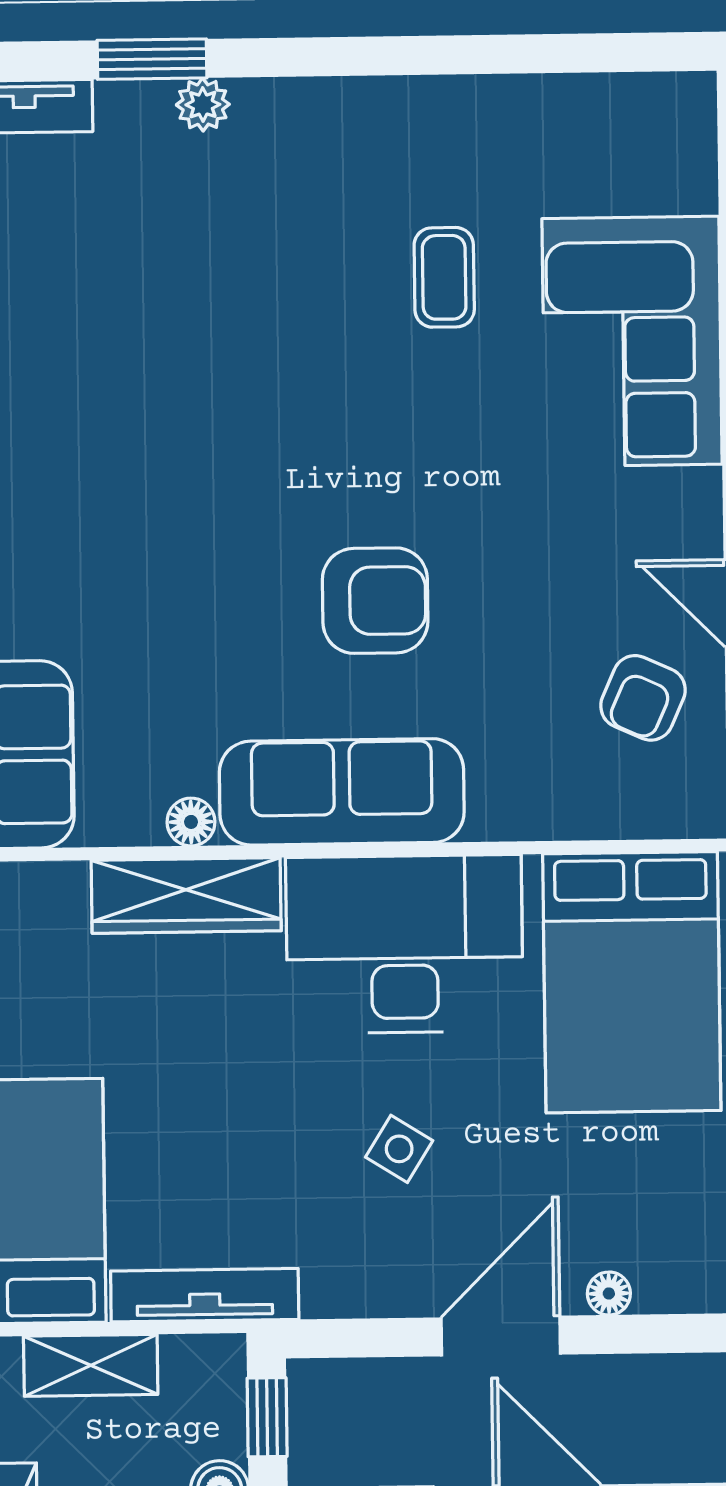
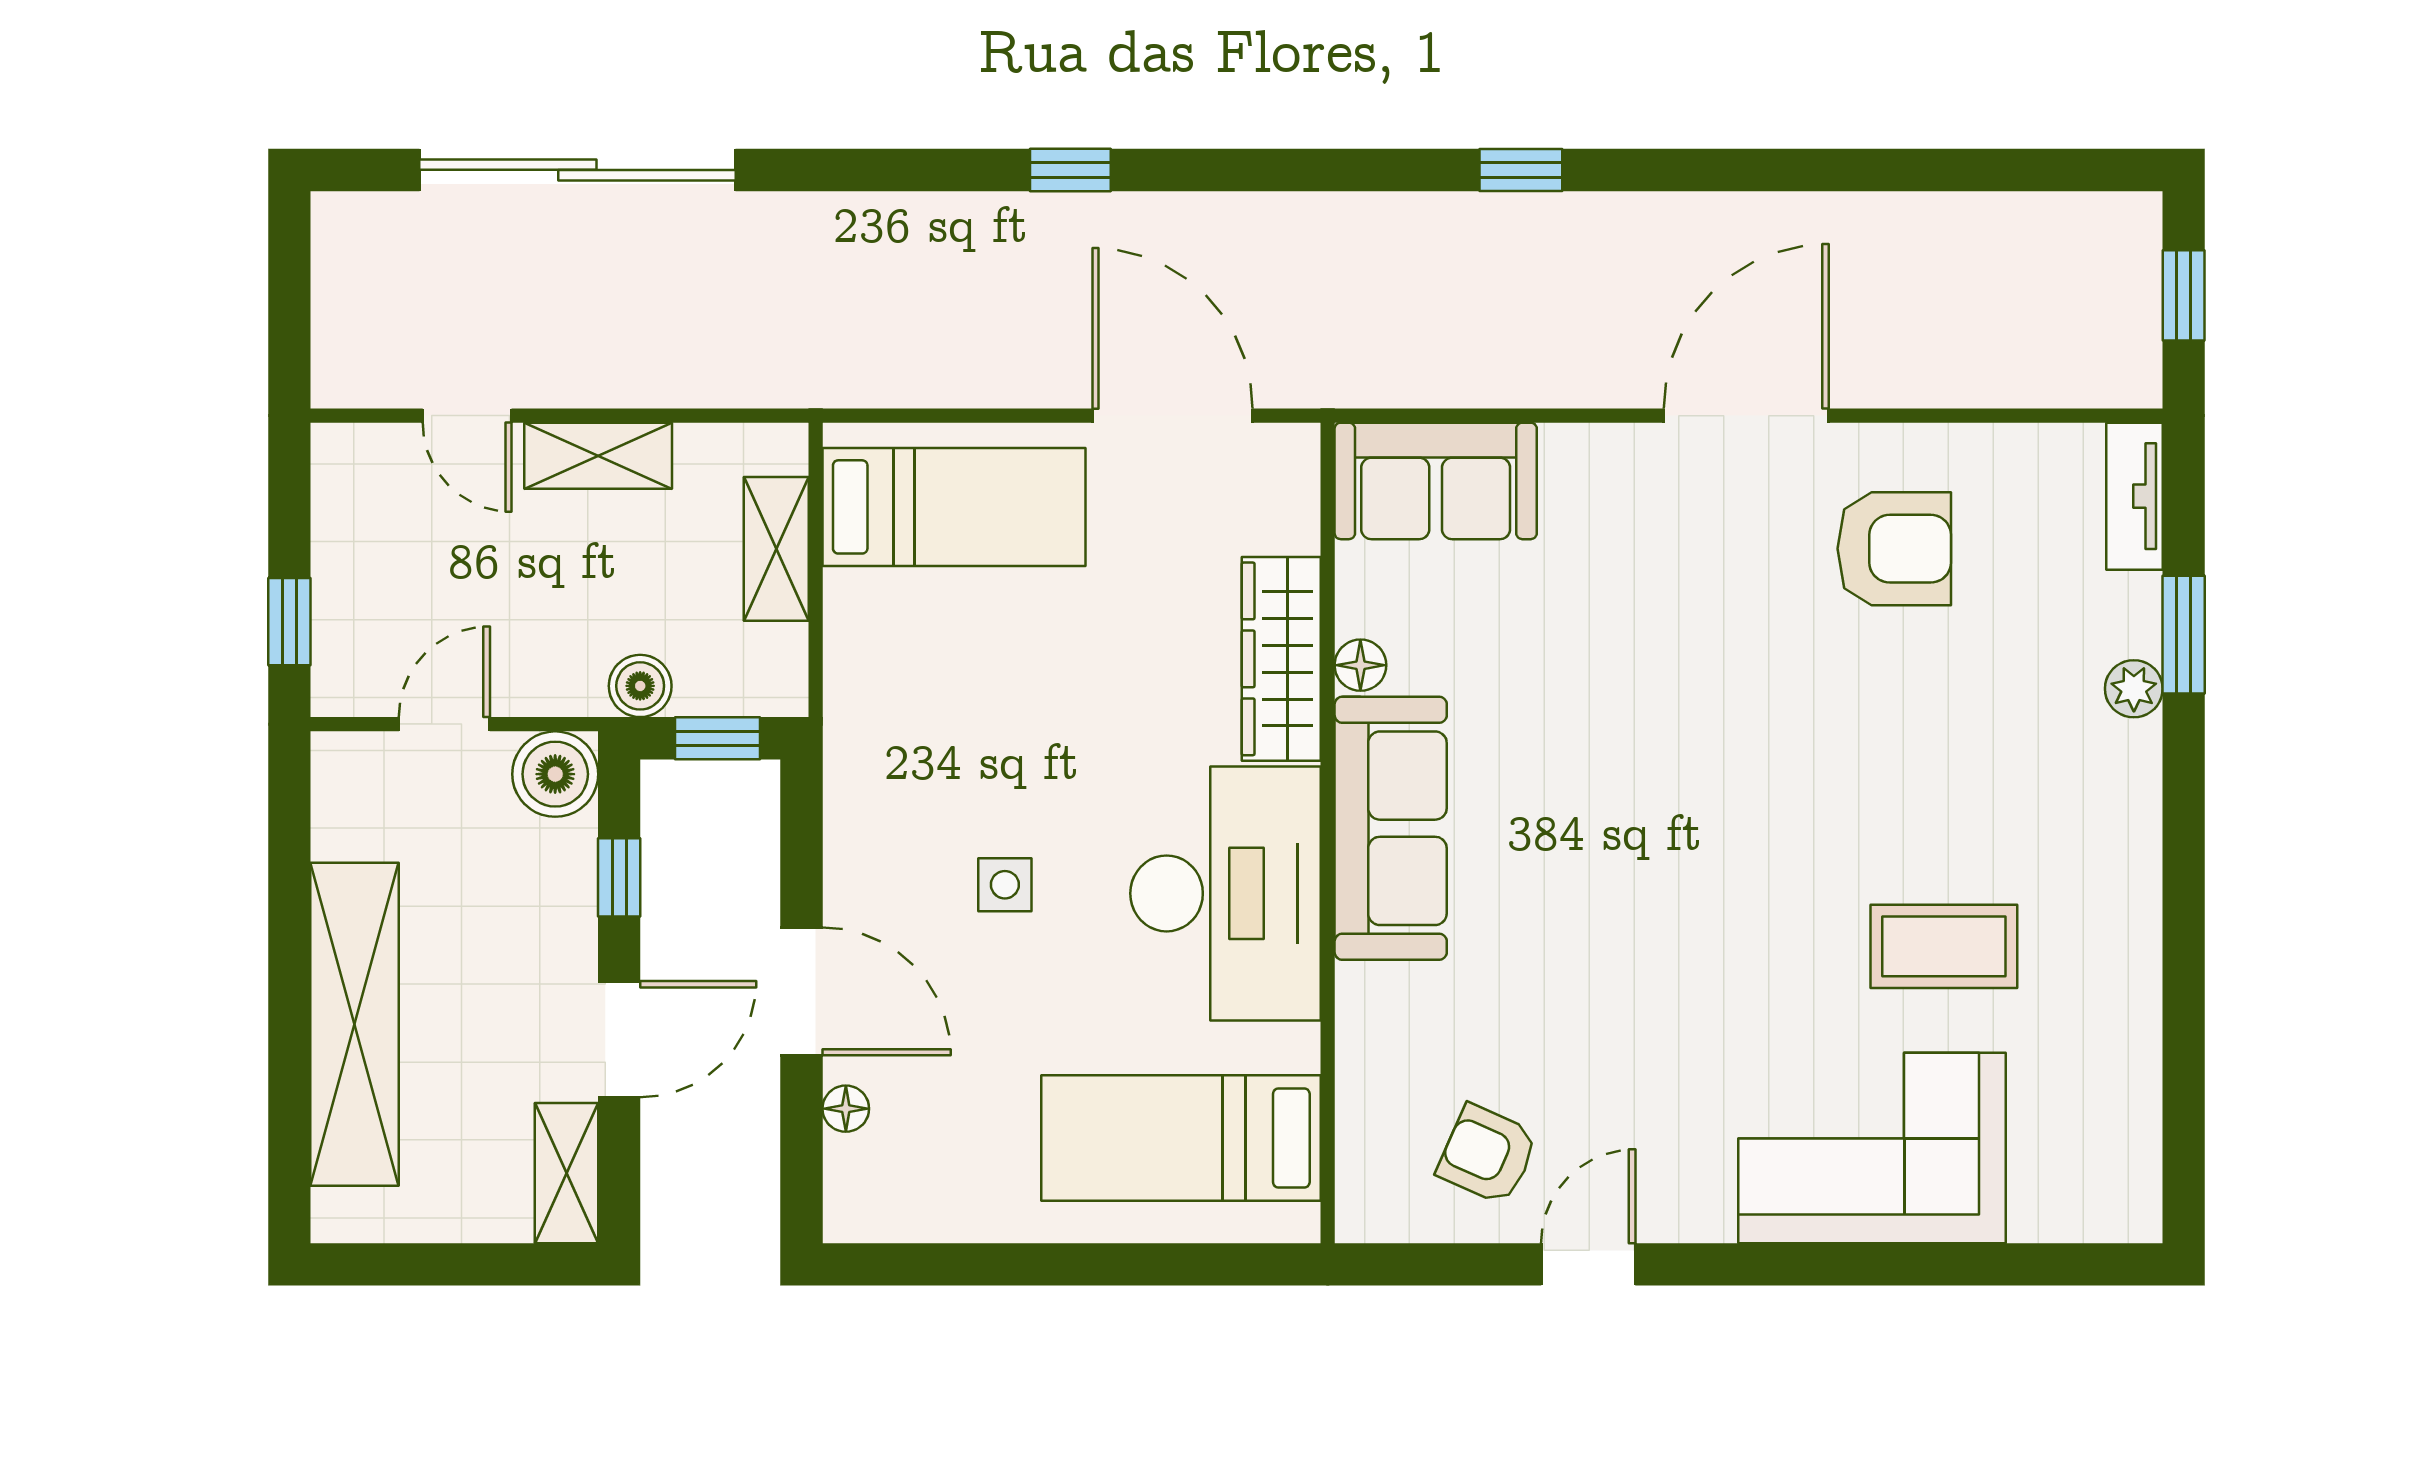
coffee table: (444, 277) -> (1944, 946), width x1.36, depth x1.30
armchair: (375, 601) -> (1894, 549), moved, turned -90
bed: (632, 982) -> (1181, 1138), width x0.67
side table: (399, 1149) -> (1005, 885), turned -32
tv unit: (205, 1295) -> (850, 673), removed

